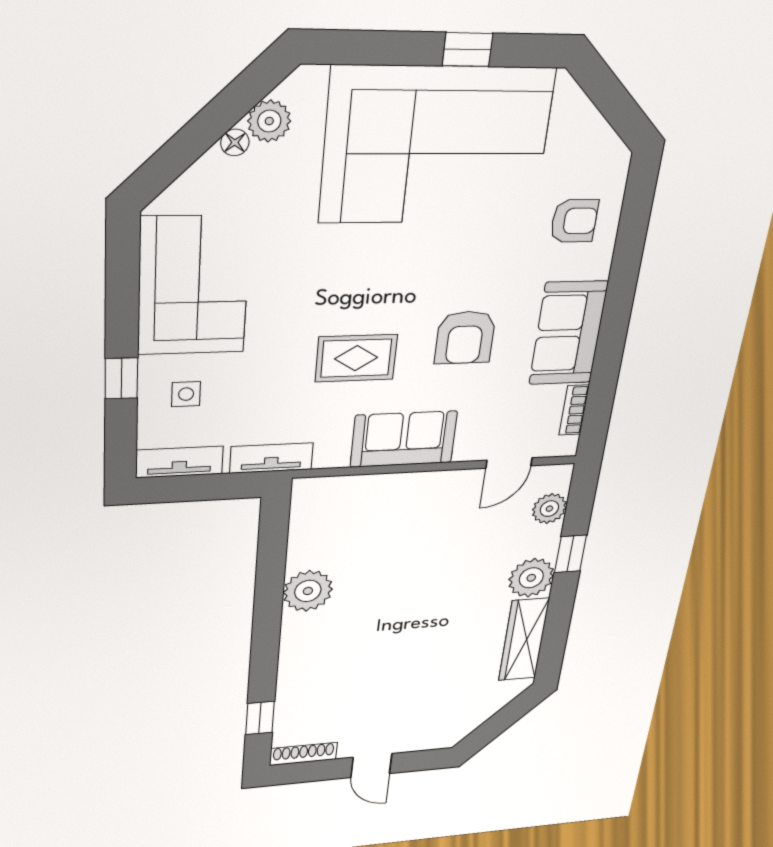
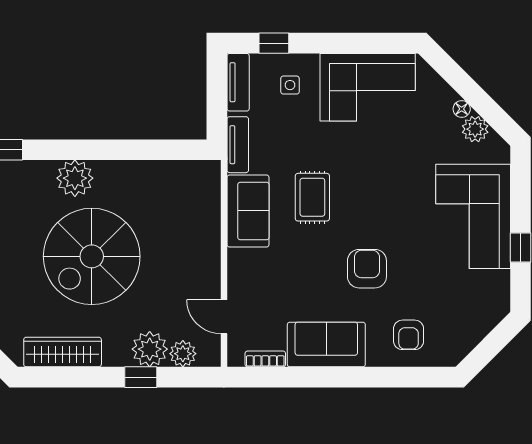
corner sofa: (436, 146) -> (473, 216), width x0.73, depth x0.74
armchair: (465, 338) -> (367, 269), moved, turned 90
window: (121, 378) -> (274, 43), moved
sofa: (404, 439) -> (248, 211), moved
plant: (531, 578) -> (150, 349), moved
plant: (308, 591) -> (75, 178), moved
spiral stairs: (408, 618) -> (92, 256), added

